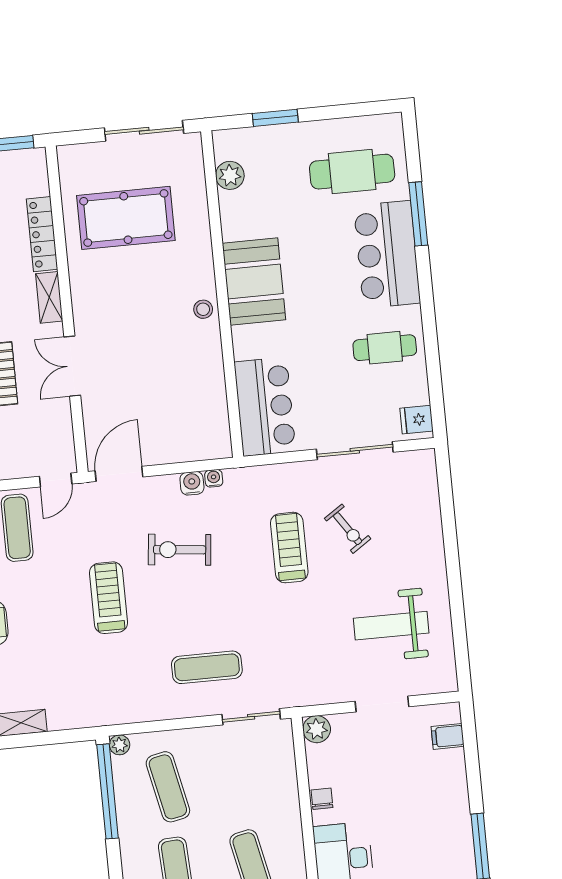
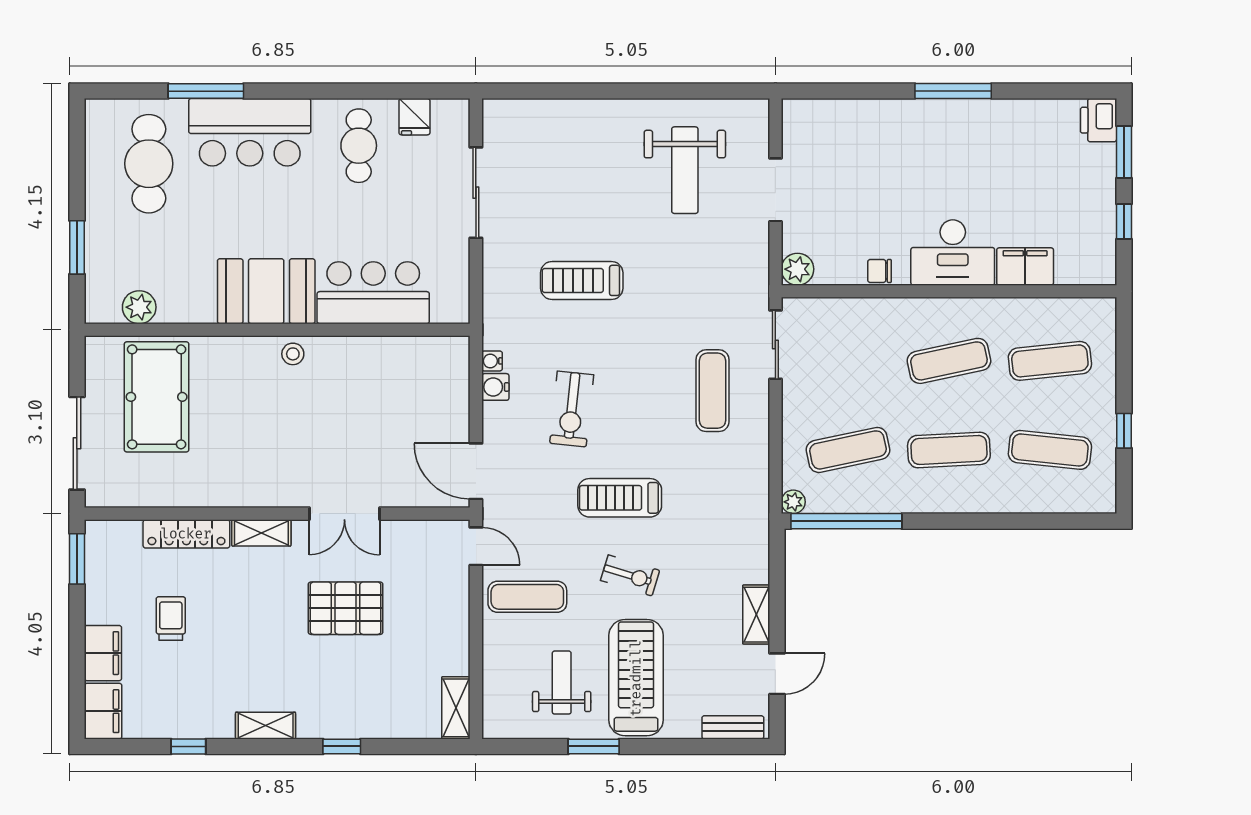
sliding door: (144, 131) -> (77, 443), moved
pool table: (126, 218) -> (157, 397), moved
bar counter: (265, 407) -> (373, 293), moved
fridge: (417, 420) -> (414, 117), moved
exercise bike: (348, 529) -> (630, 575), moved, turned 51
filing cabinet: (448, 736) -> (821, 117), removed

